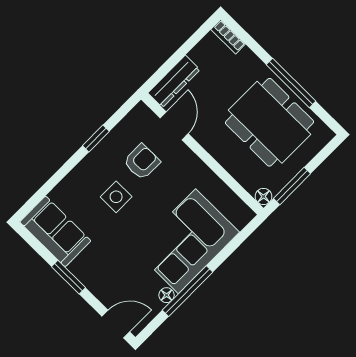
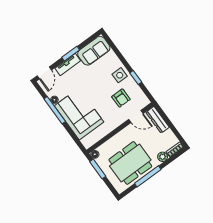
plant: (247, 59) -> (163, 157), added
side table: (116, 197) -> (120, 75), moved
tv unit: (91, 280) -> (68, 64), added

